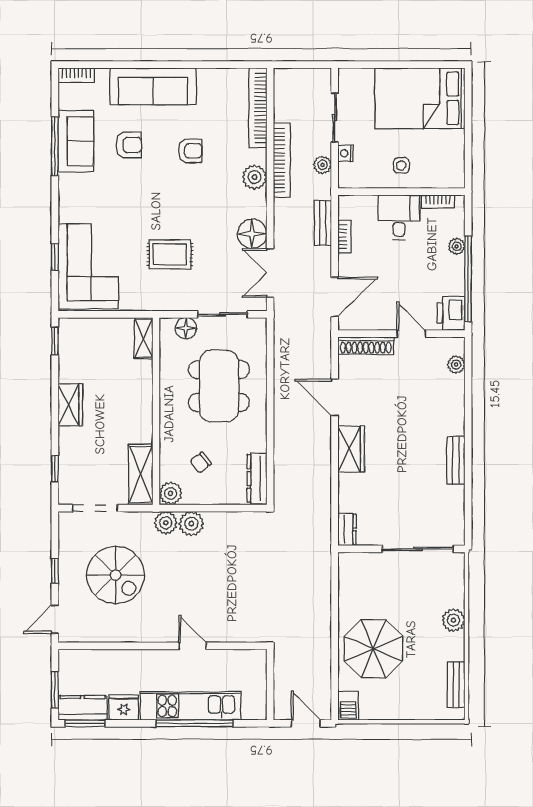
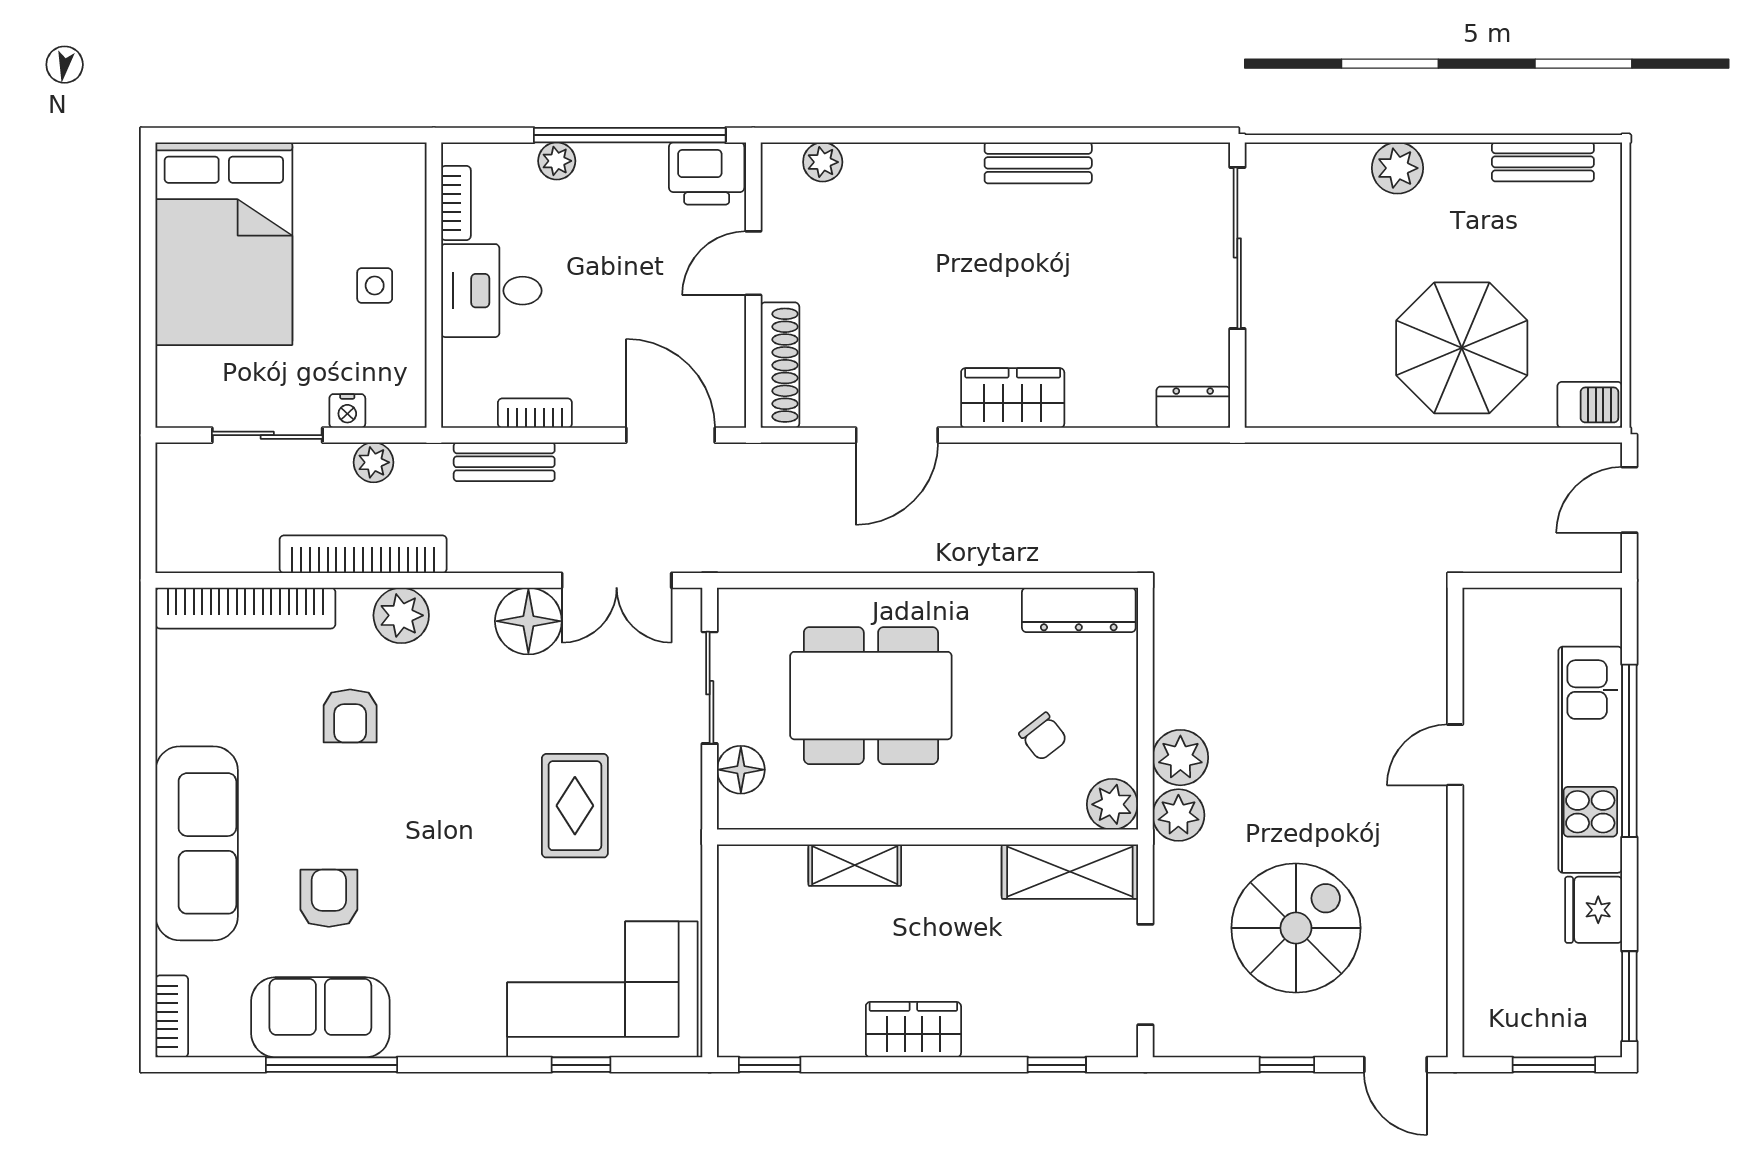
armchair: (190, 151) -> (350, 716), moved, turned 180
shelving: (143, 338) -> (855, 865), moved
kitchen counter: (83, 708) -> (1595, 1002), removed

